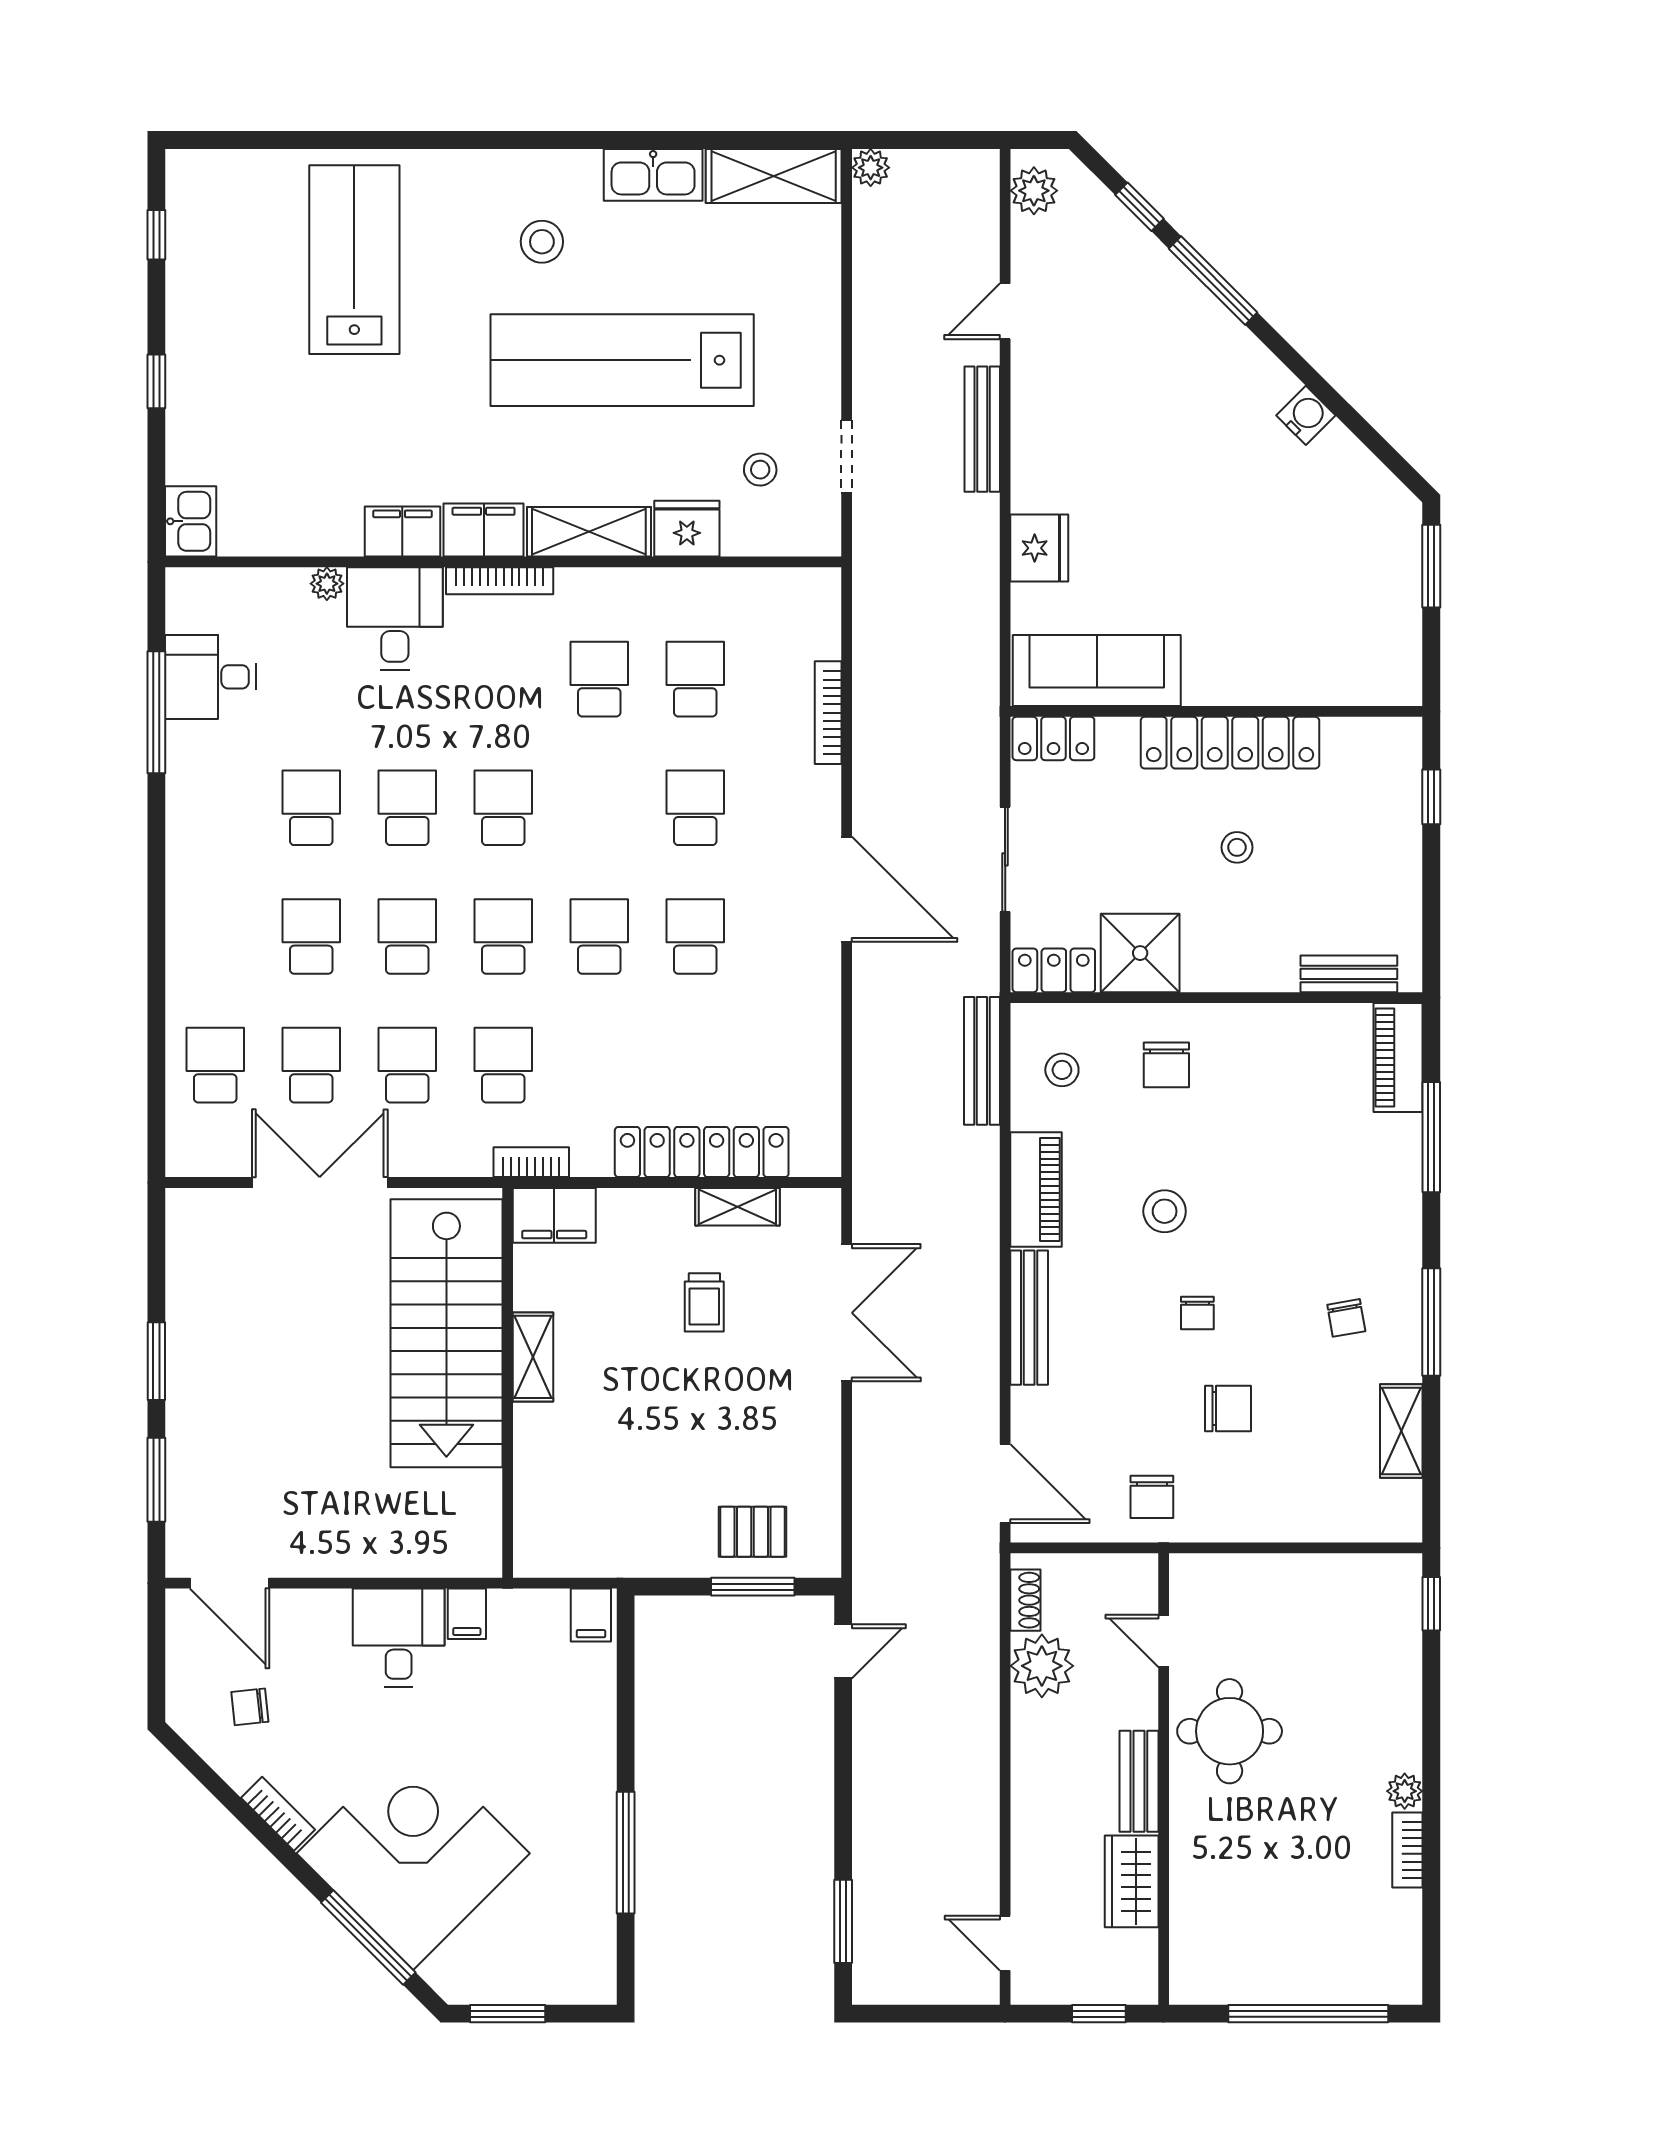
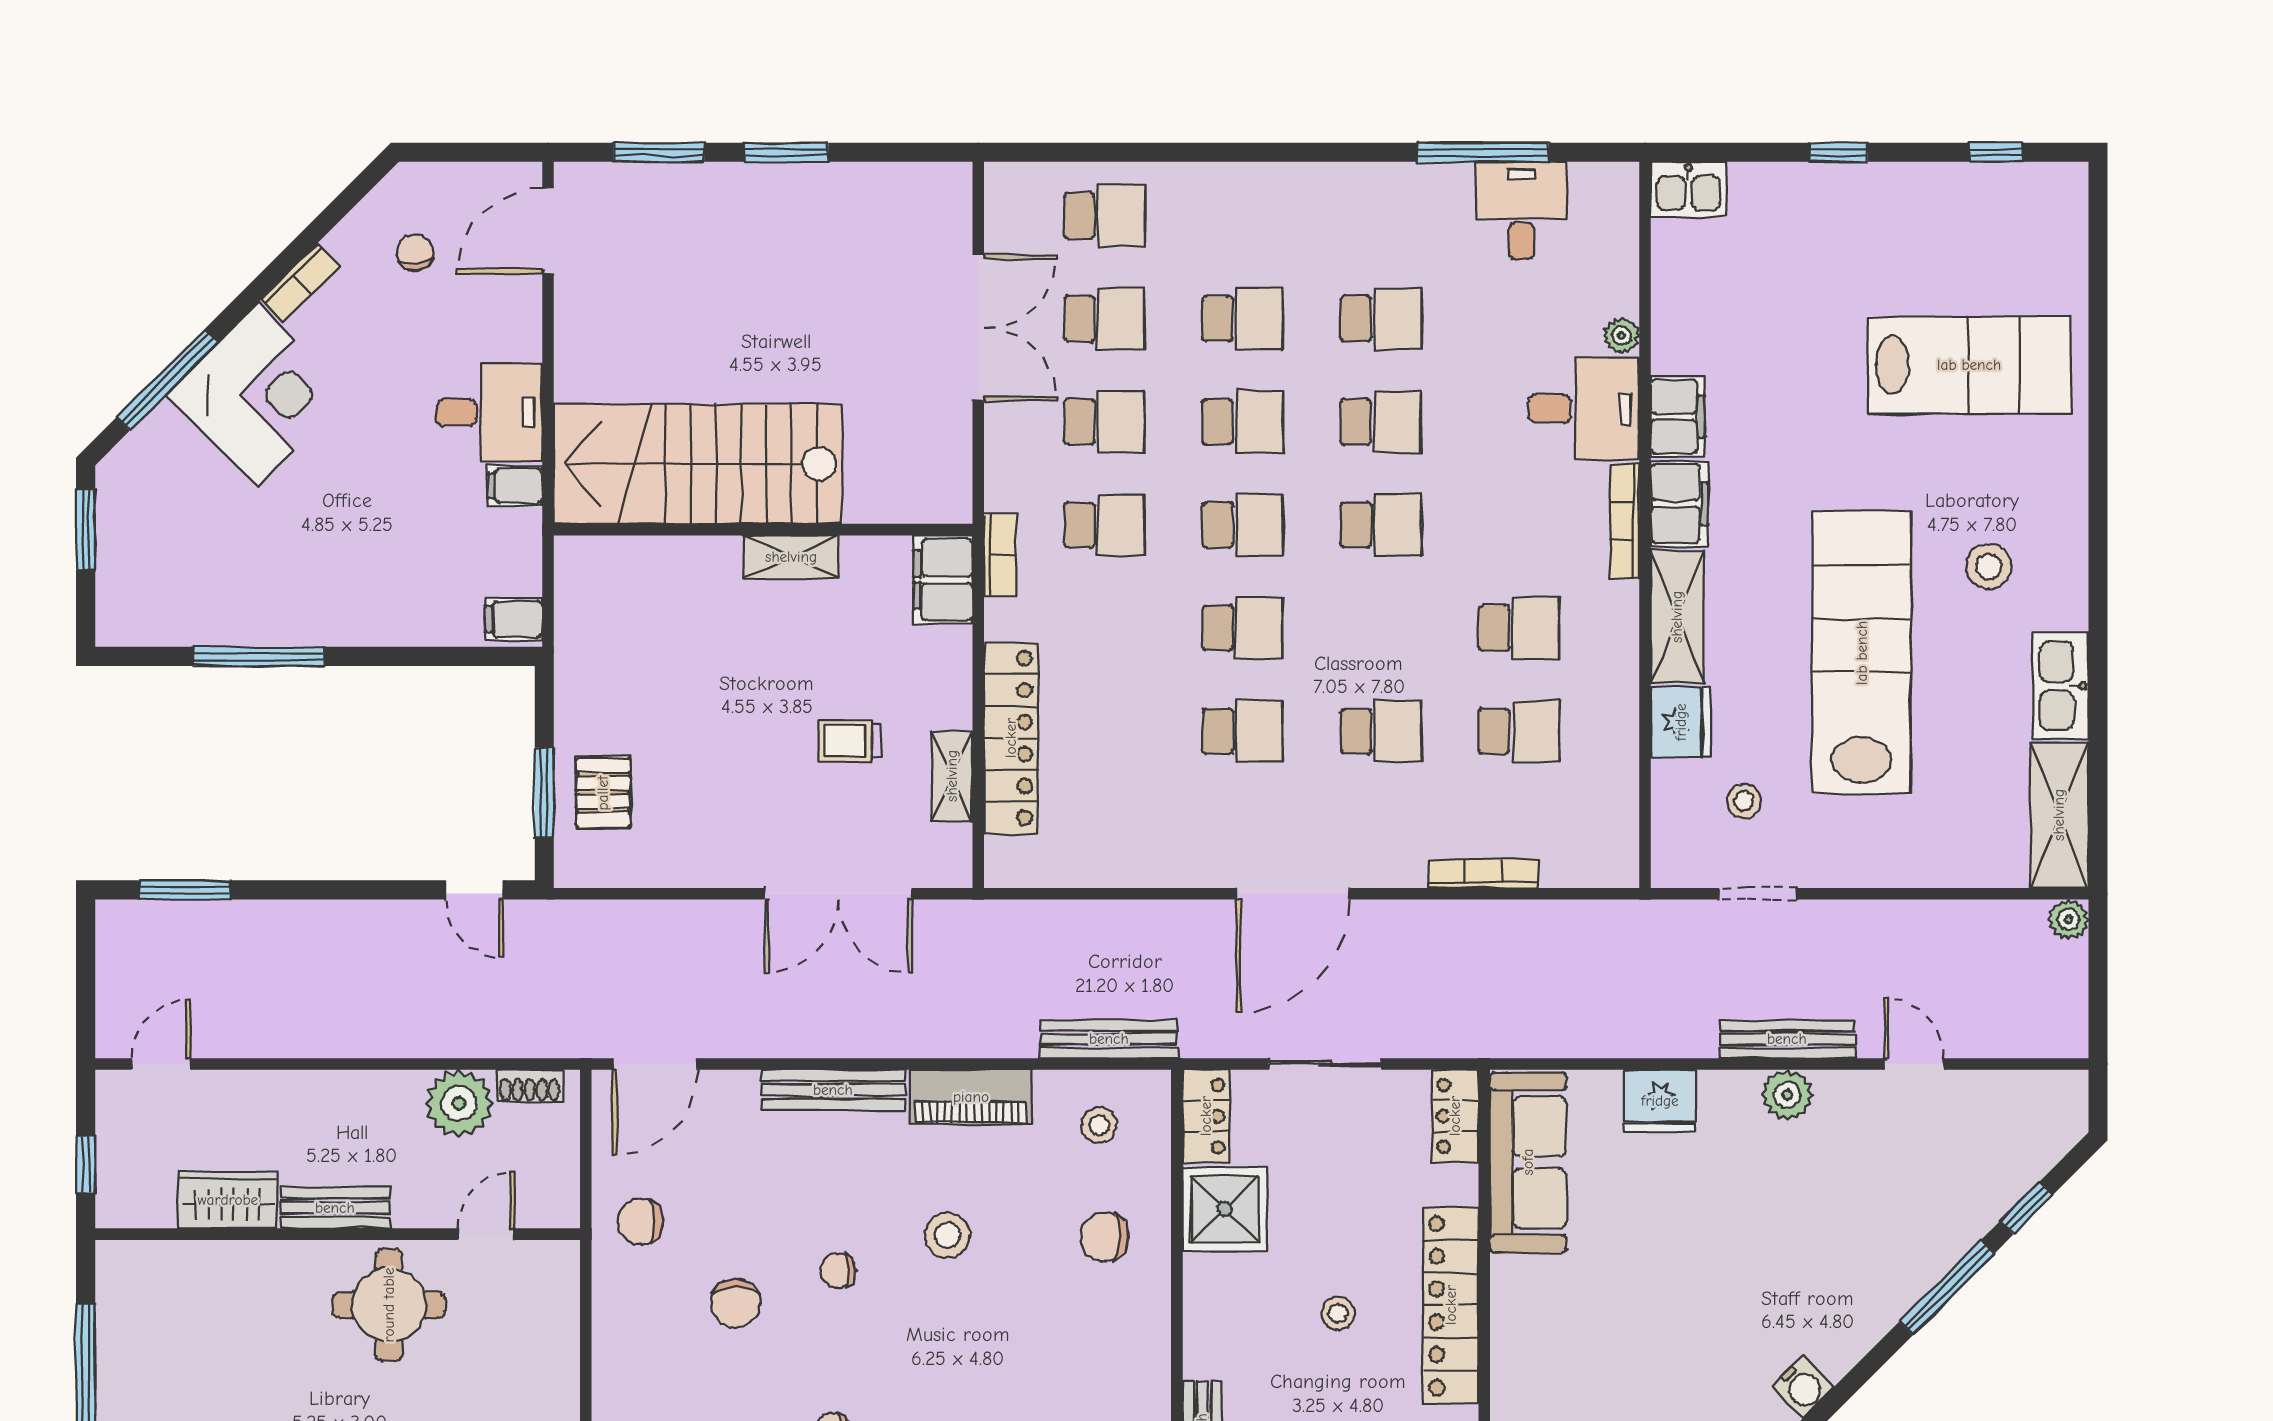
plant: (1034, 191) -> (1787, 1095), moved
stairs: (446, 1333) -> (698, 464), moved
corner desk: (413, 1853) -> (258, 395), width x0.74, depth x0.74

